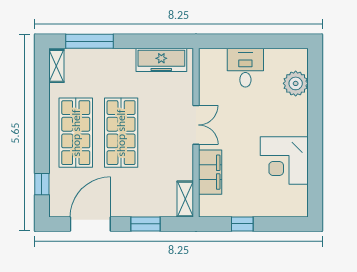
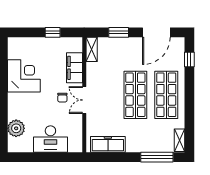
desk: (245, 68) -> (50, 139), width x1.37
chair: (228, 128) -> (62, 98), added

